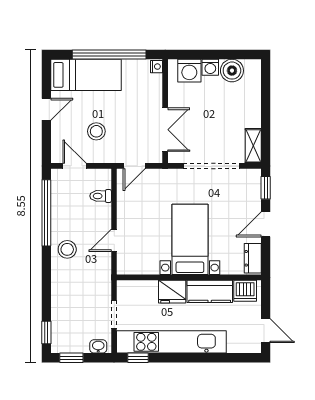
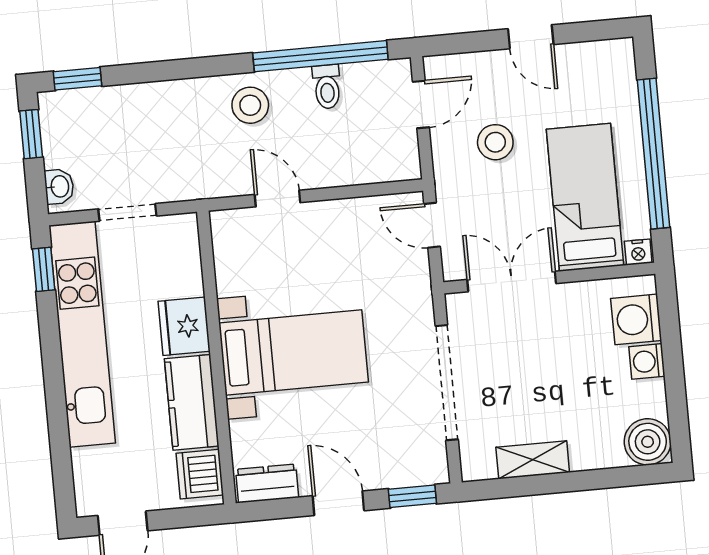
boiler: (232, 71) -> (648, 442), moved
bed: (86, 75) -> (585, 197), moved, turned 180
double door: (165, 130) -> (512, 281), swing flipped
shelving: (253, 146) -> (533, 460), moved
toilet: (101, 196) -> (327, 87), moved, turned 180

